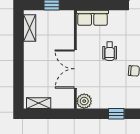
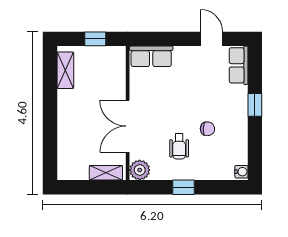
wheelchair: (110, 51) -> (179, 146), moved
shelving: (39, 103) -> (106, 173), moved

